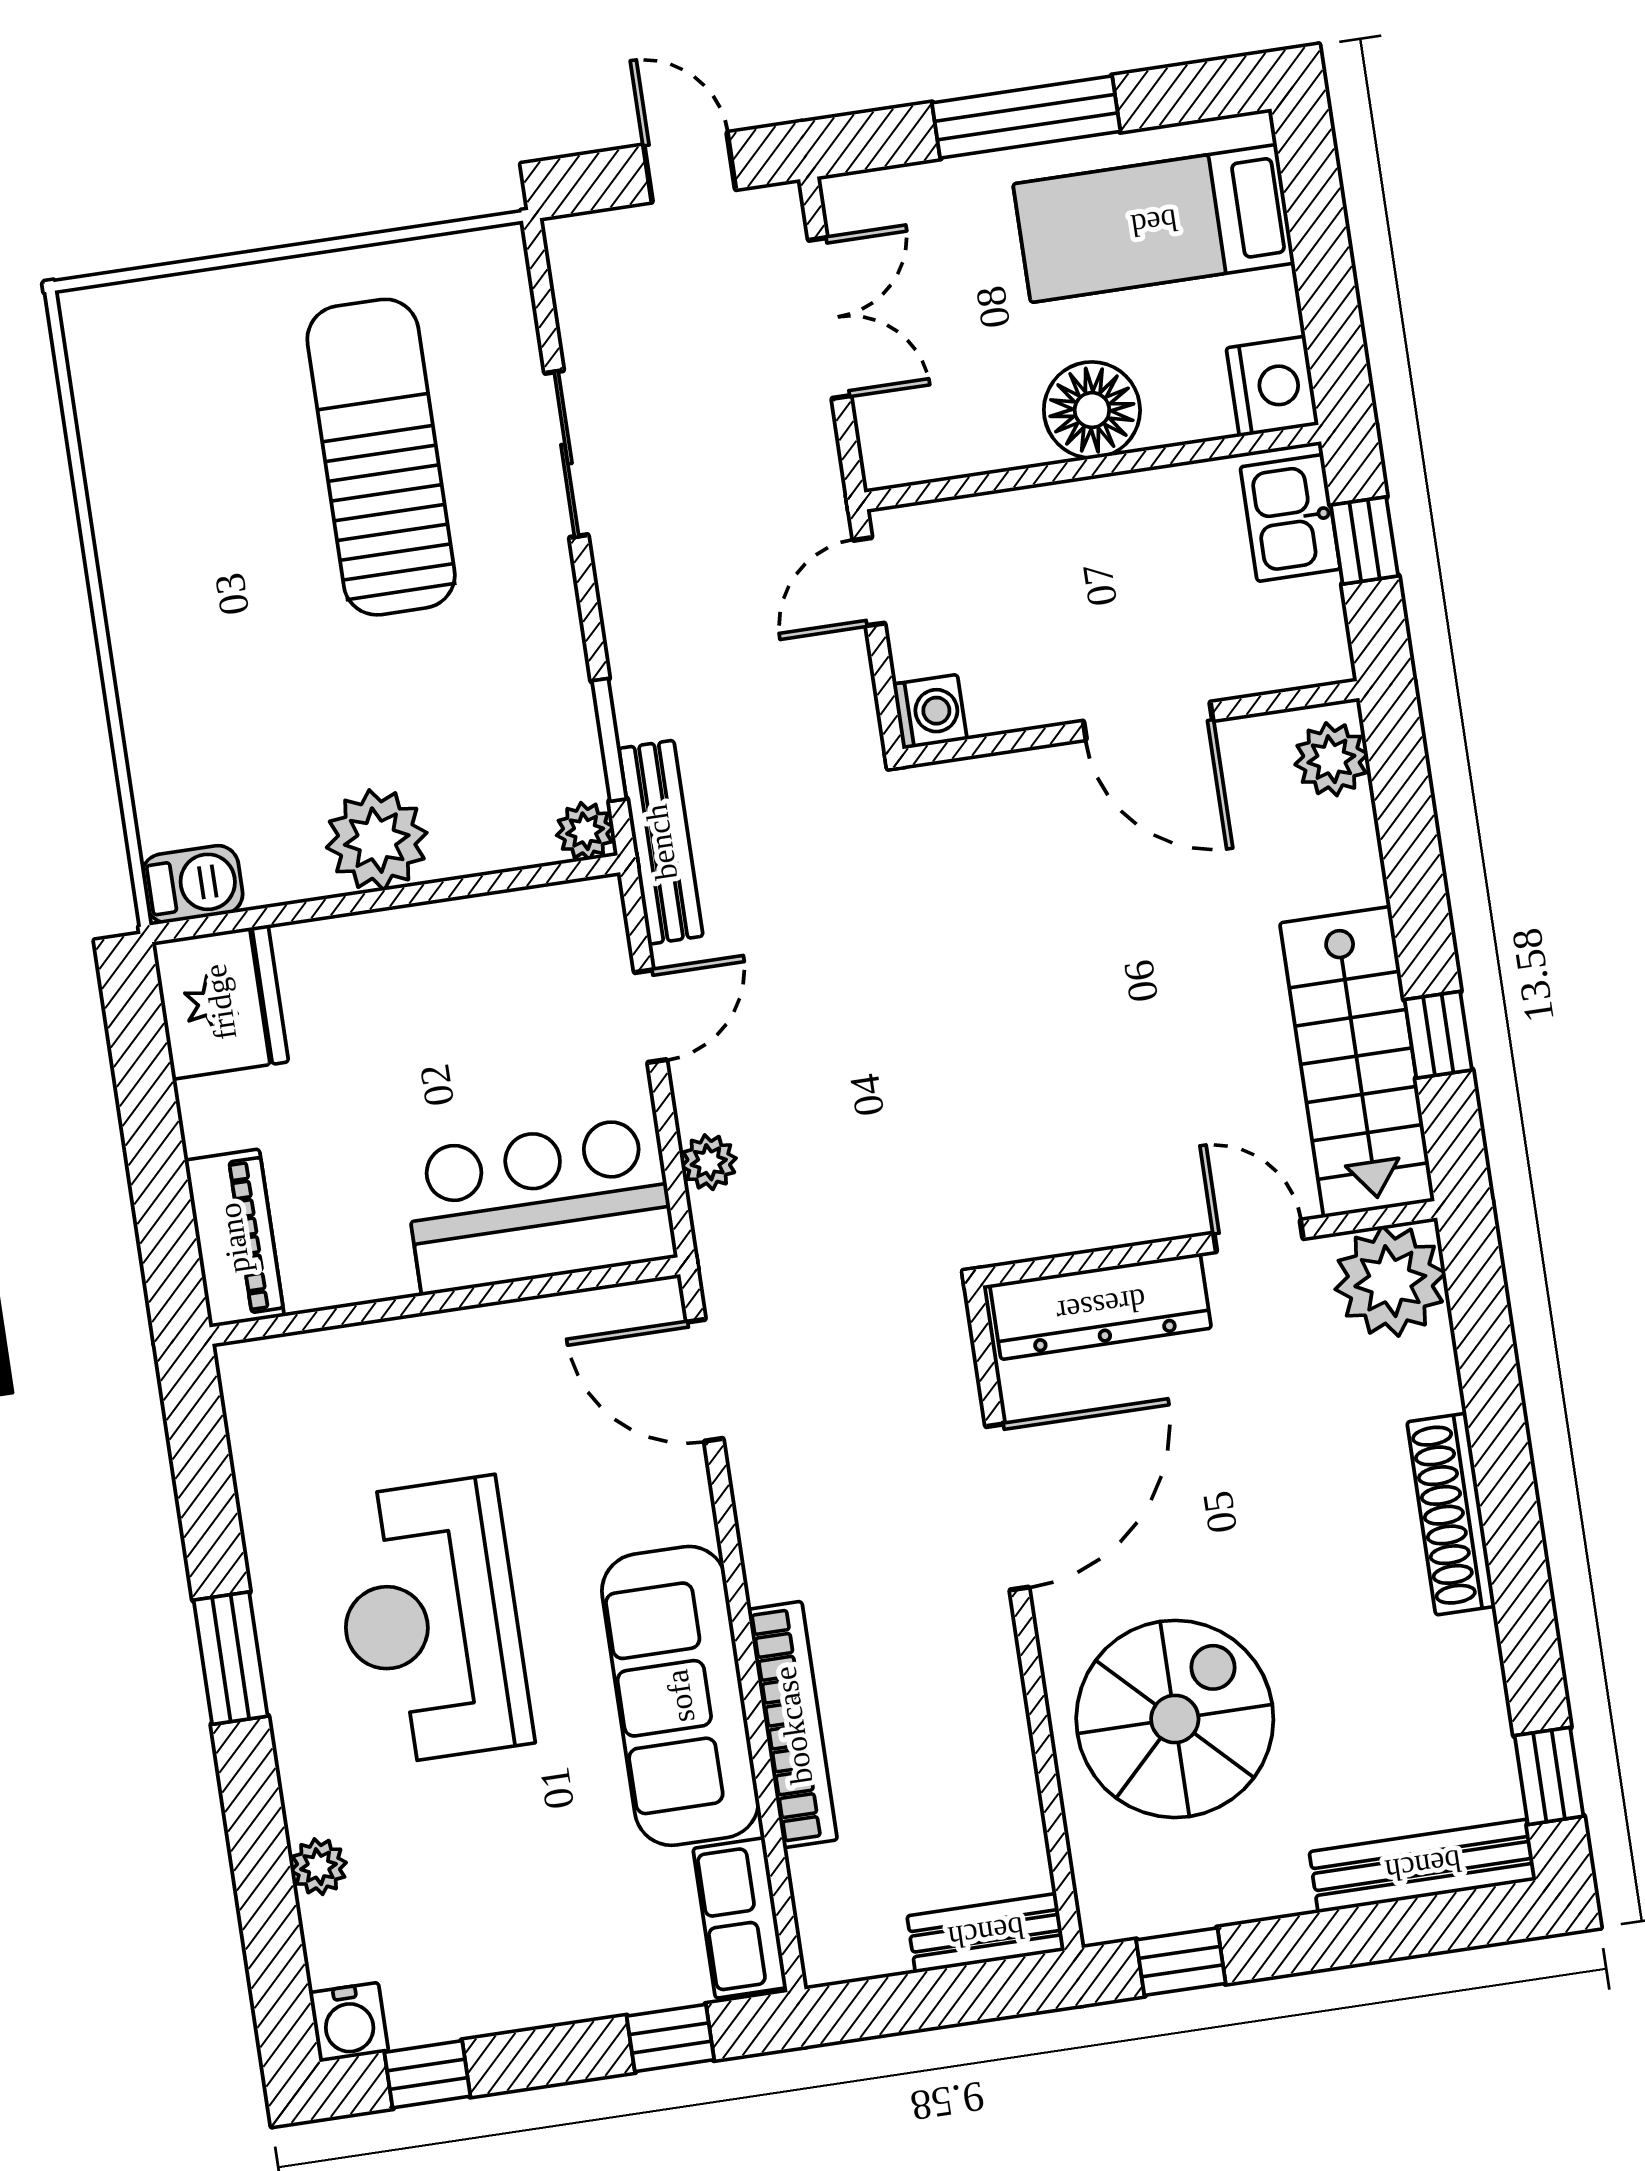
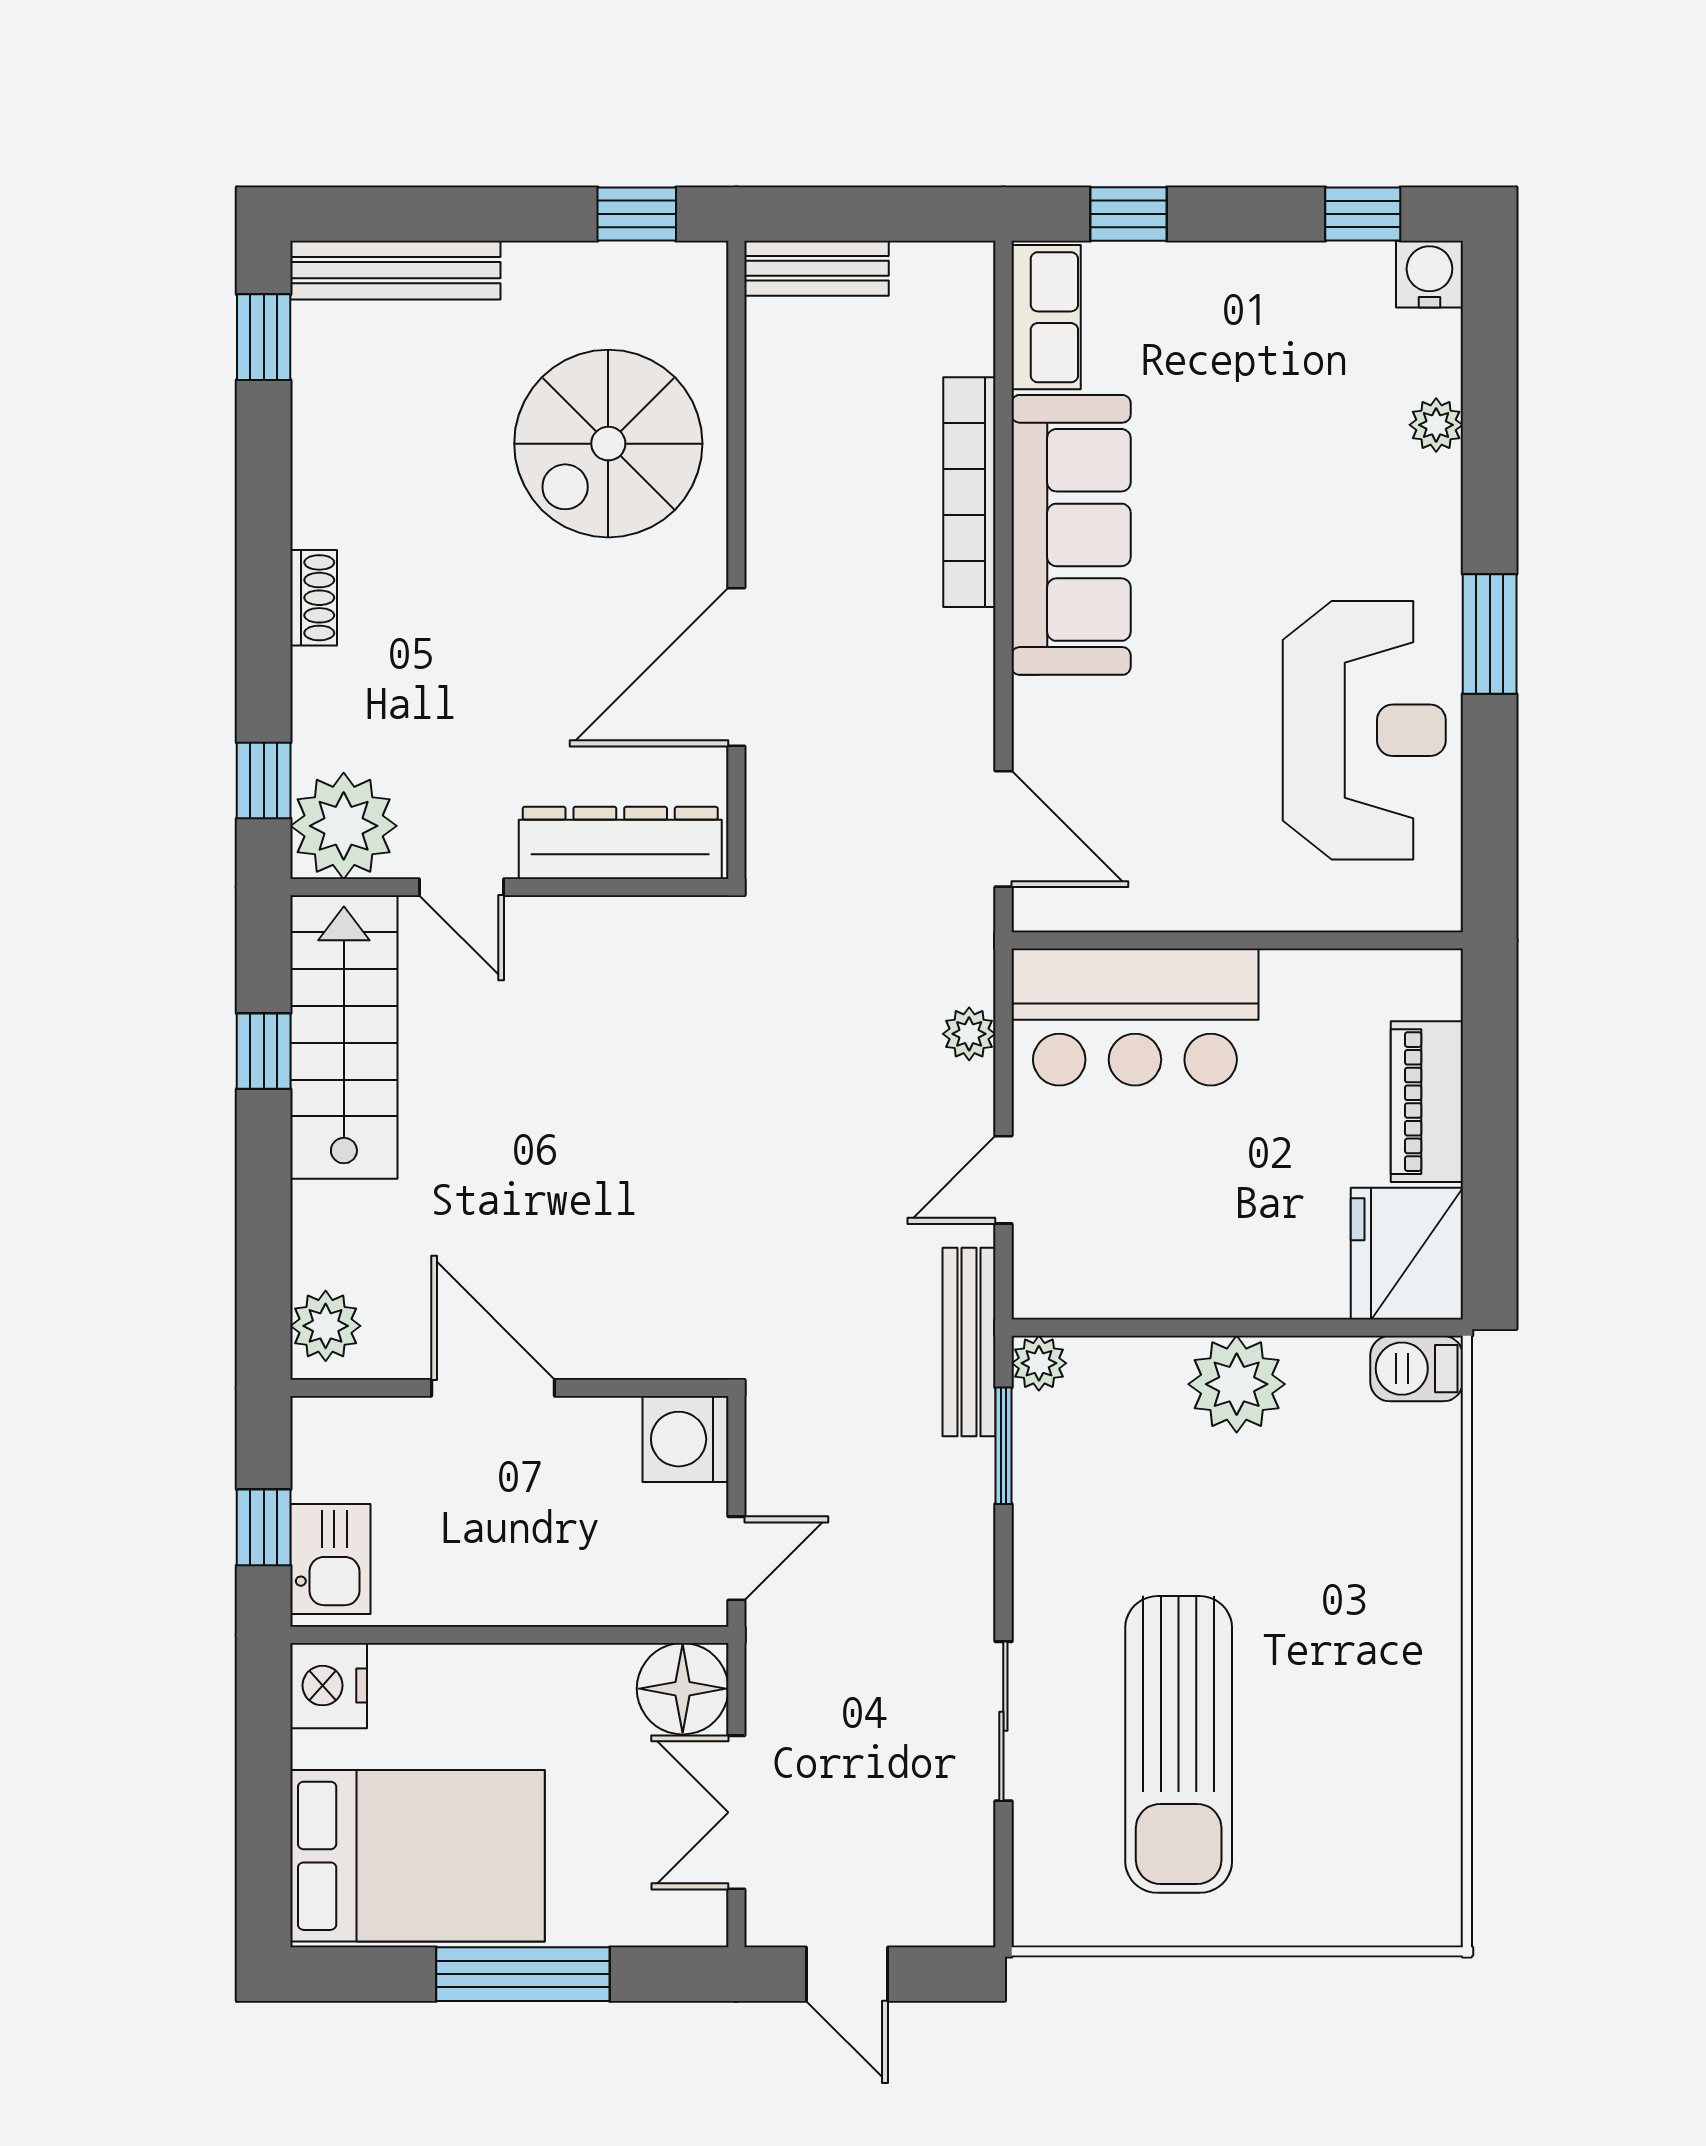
bed: (1154, 223) -> (418, 1856), width x1.50
floor lamp: (1092, 410) -> (683, 1689), moved
washing machine: (930, 712) -> (685, 1439), width x1.38, depth x1.38
piano: (234, 1238) -> (1427, 1102), moved
window: (1480, 1316) -> (264, 780), added
shoe rack: (1451, 1514) -> (314, 598), width x0.51, depth x0.81
reception desk: (431, 1621) -> (1364, 730), moved

